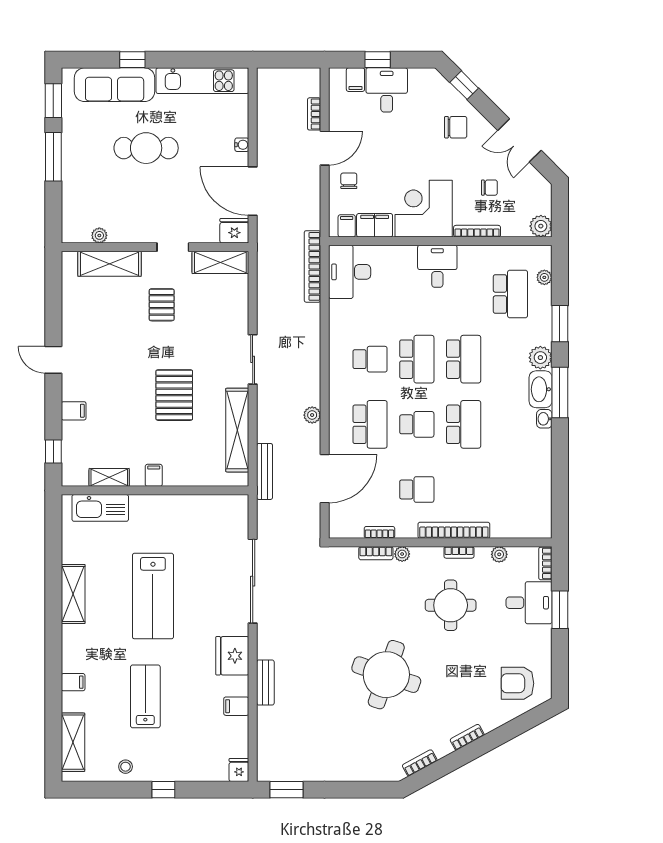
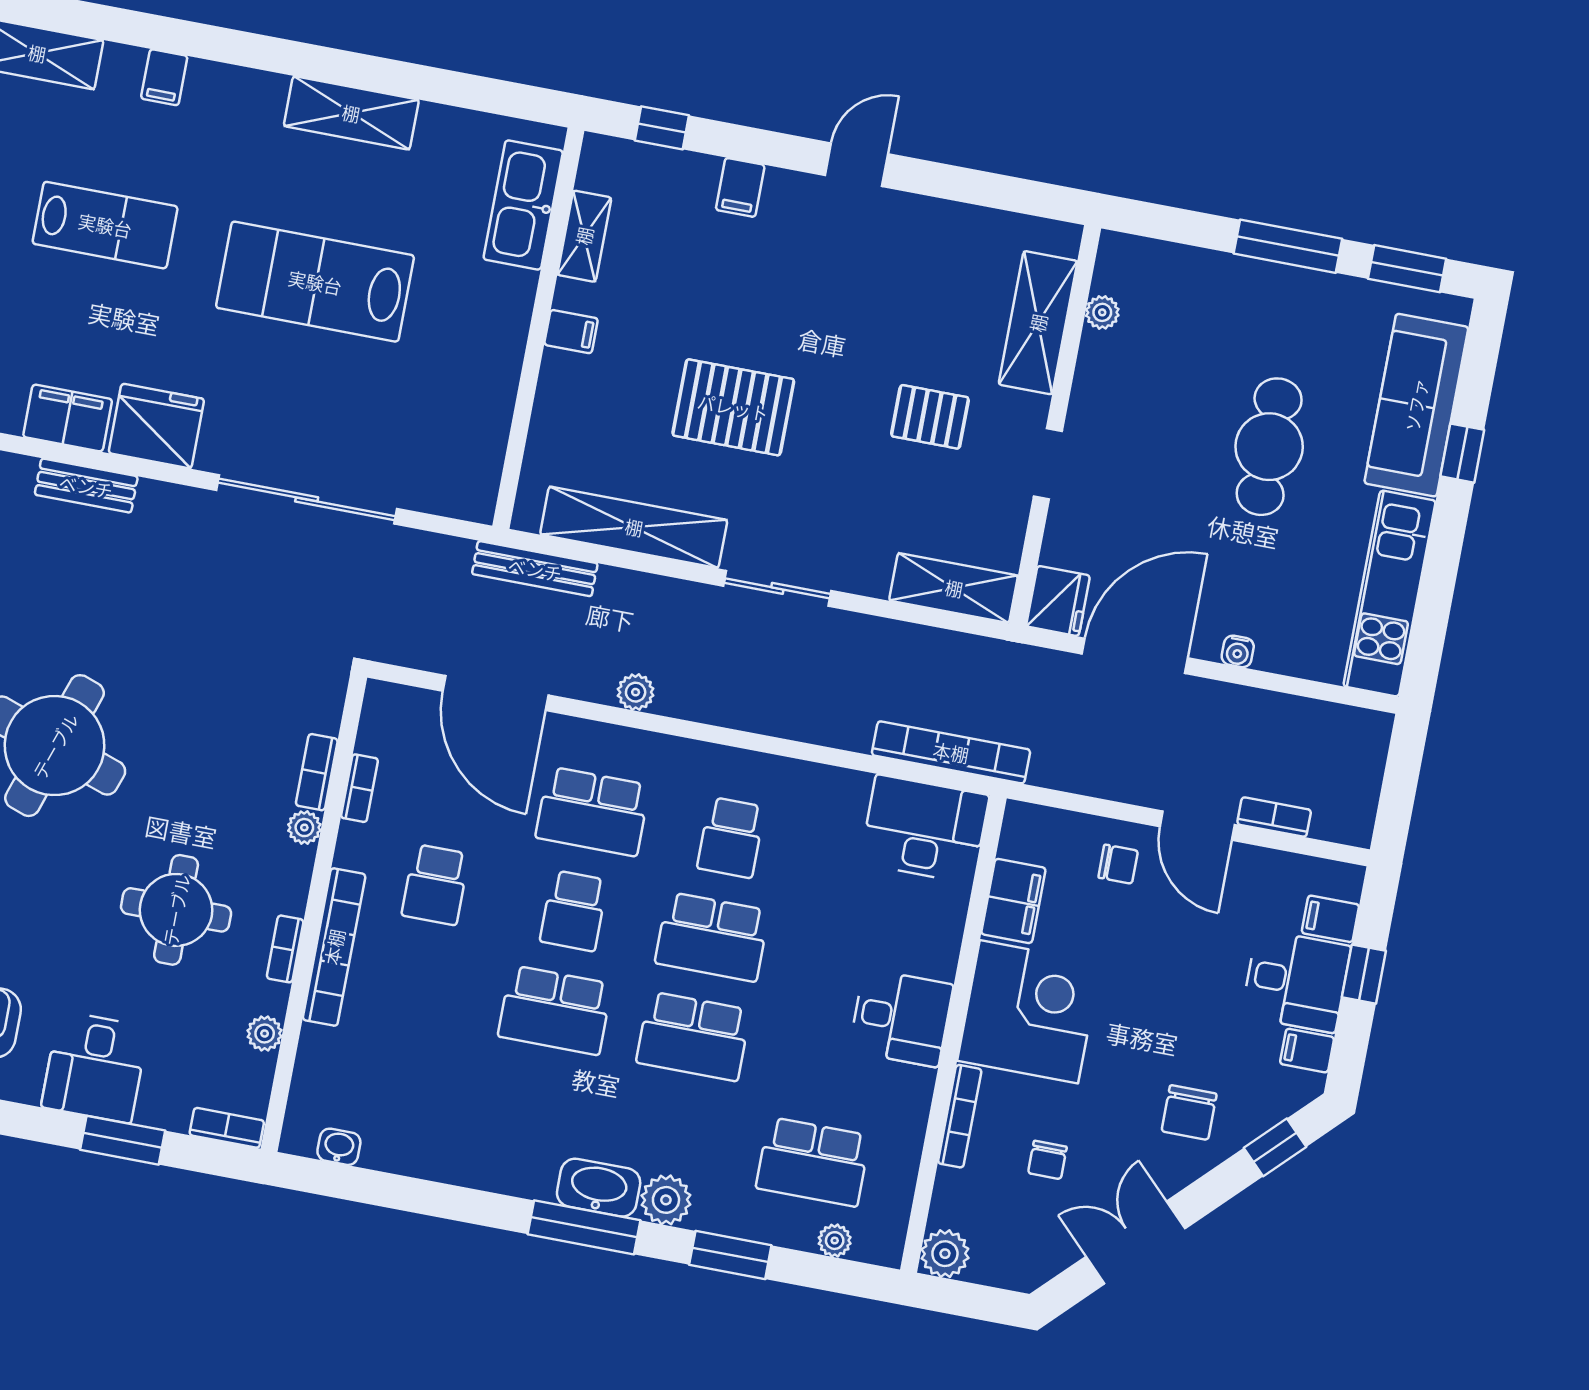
filing cabinet: (347, 226) -> (1307, 1051), moved, turned 180
shelving: (220, 262) -> (954, 588), moved, turned 90
washbasin: (544, 419) -> (339, 1147), moved
desk: (529, 603) -> (95, 1067), moved
filing cabinet: (236, 706) -> (68, 418), width x2.00

